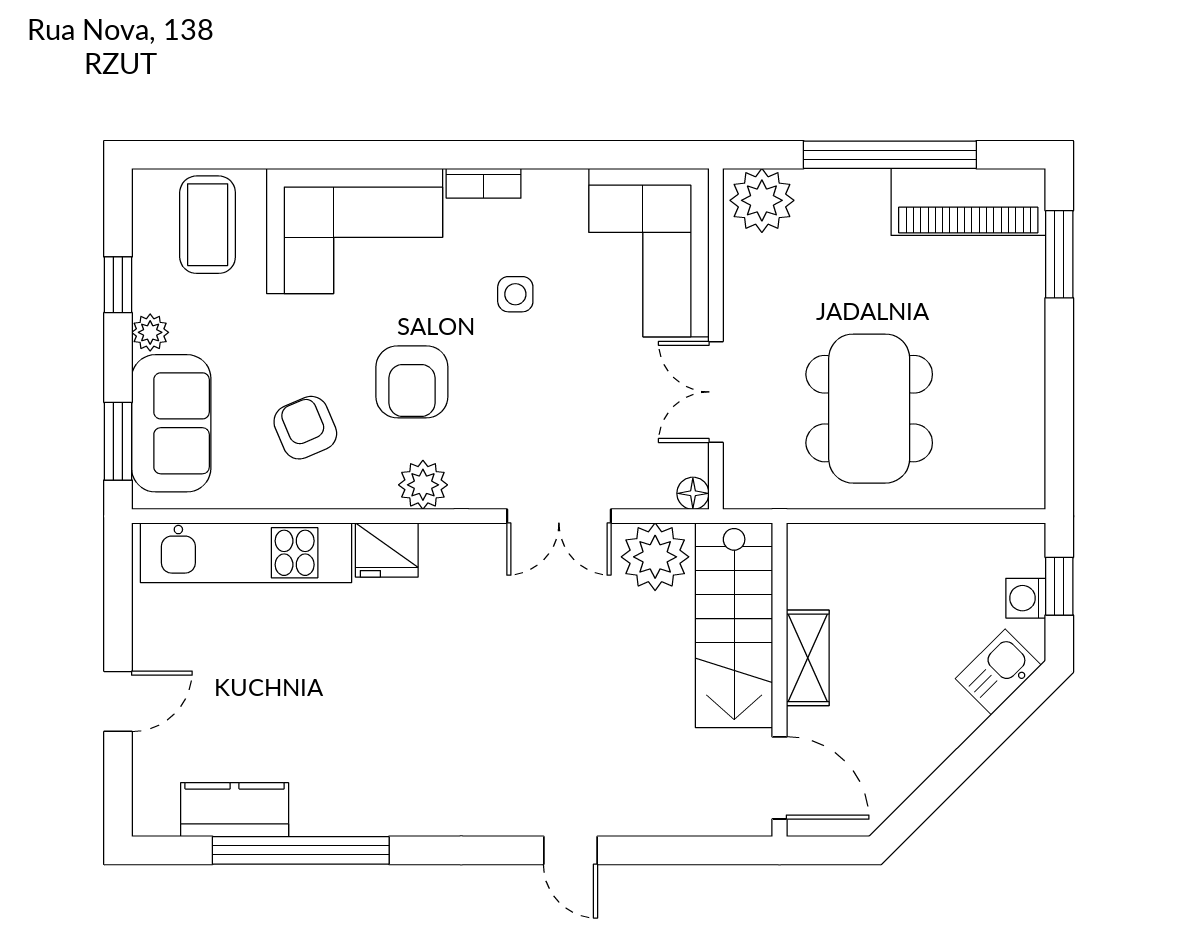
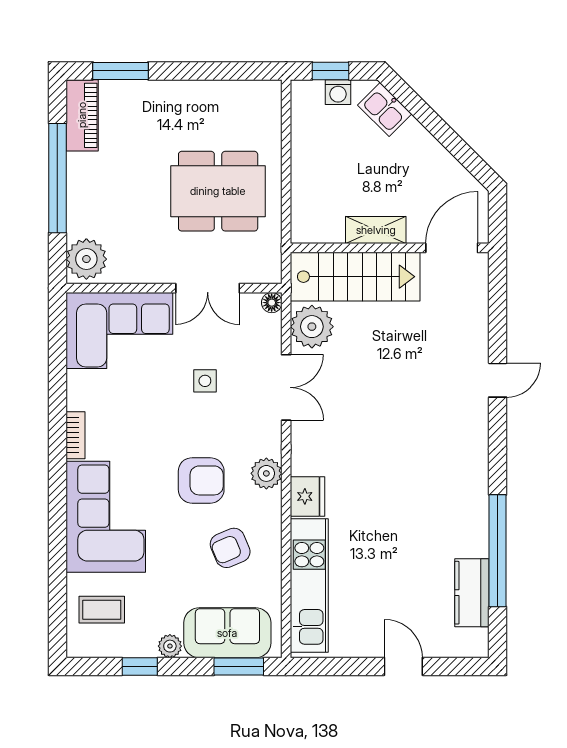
piano: (968, 202) -> (82, 115), width x0.73, depth x0.75
coffee table: (208, 225) -> (102, 610), width x0.73, depth x0.77
side table: (515, 294) -> (205, 381), moved

